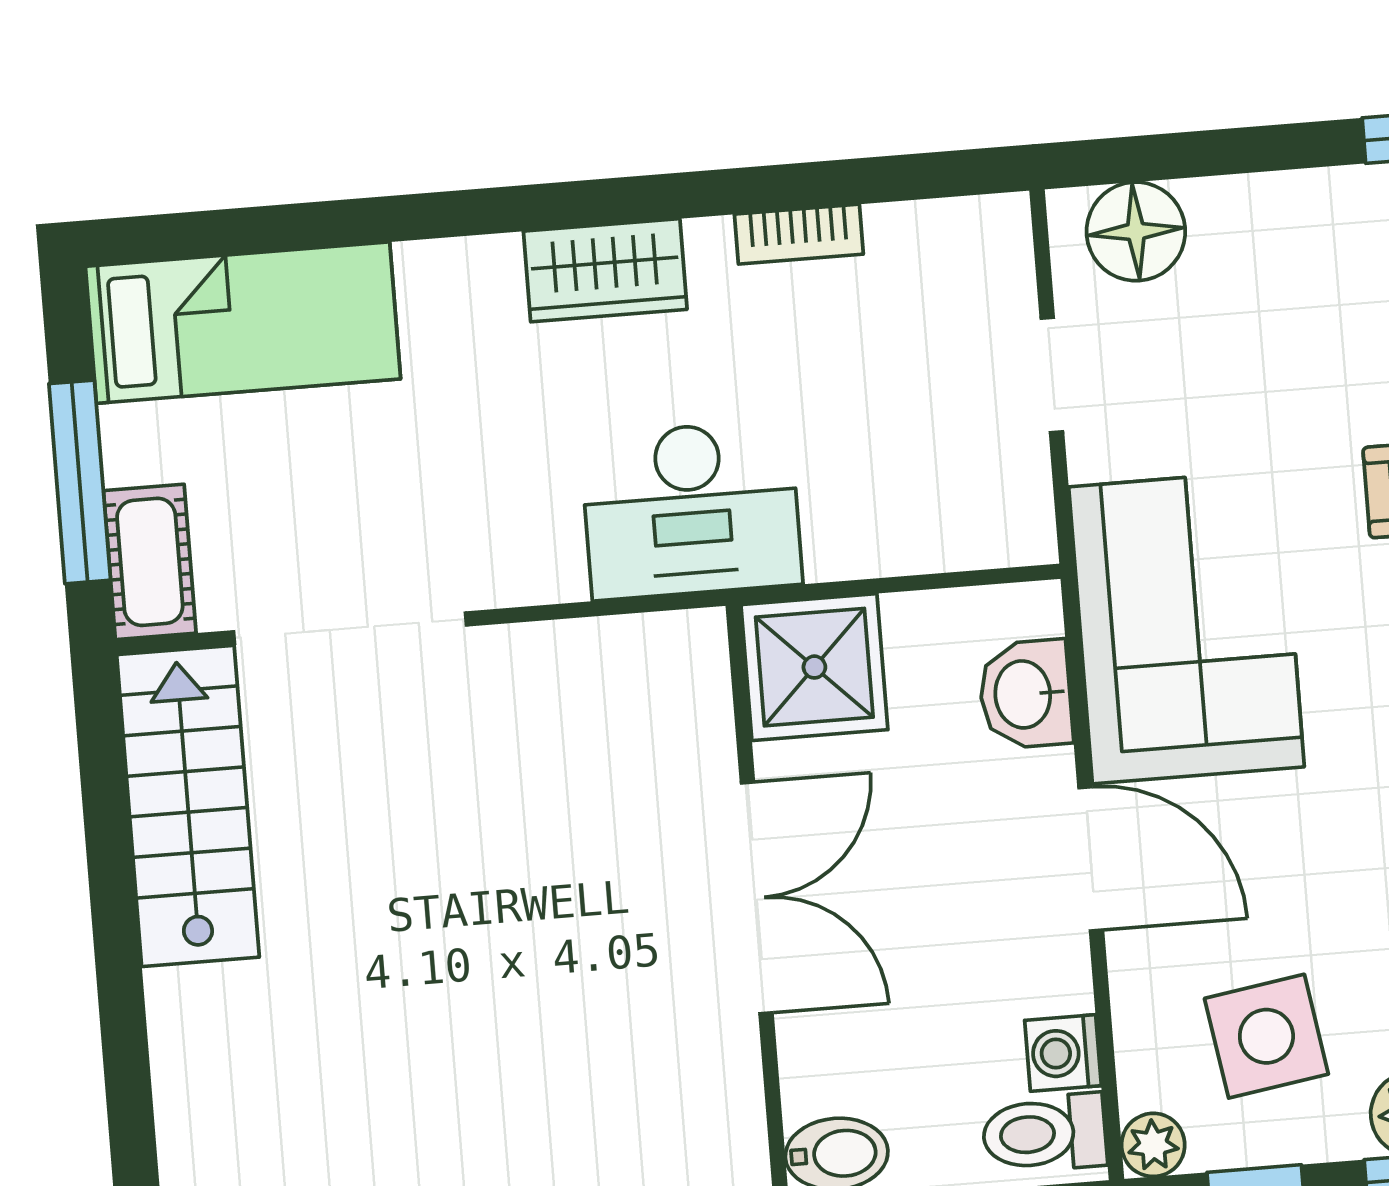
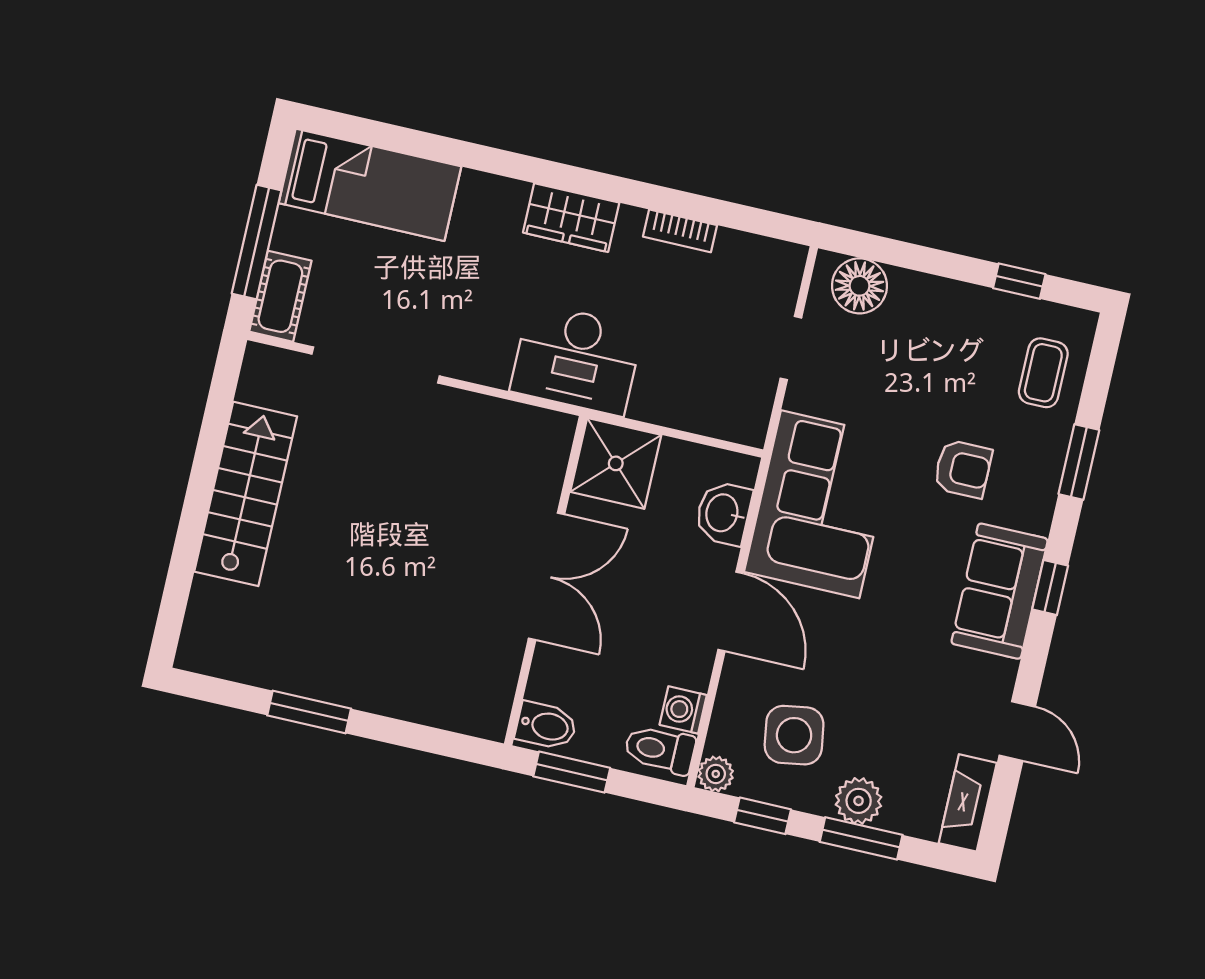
stairs: (188, 806) -> (246, 494), moved

